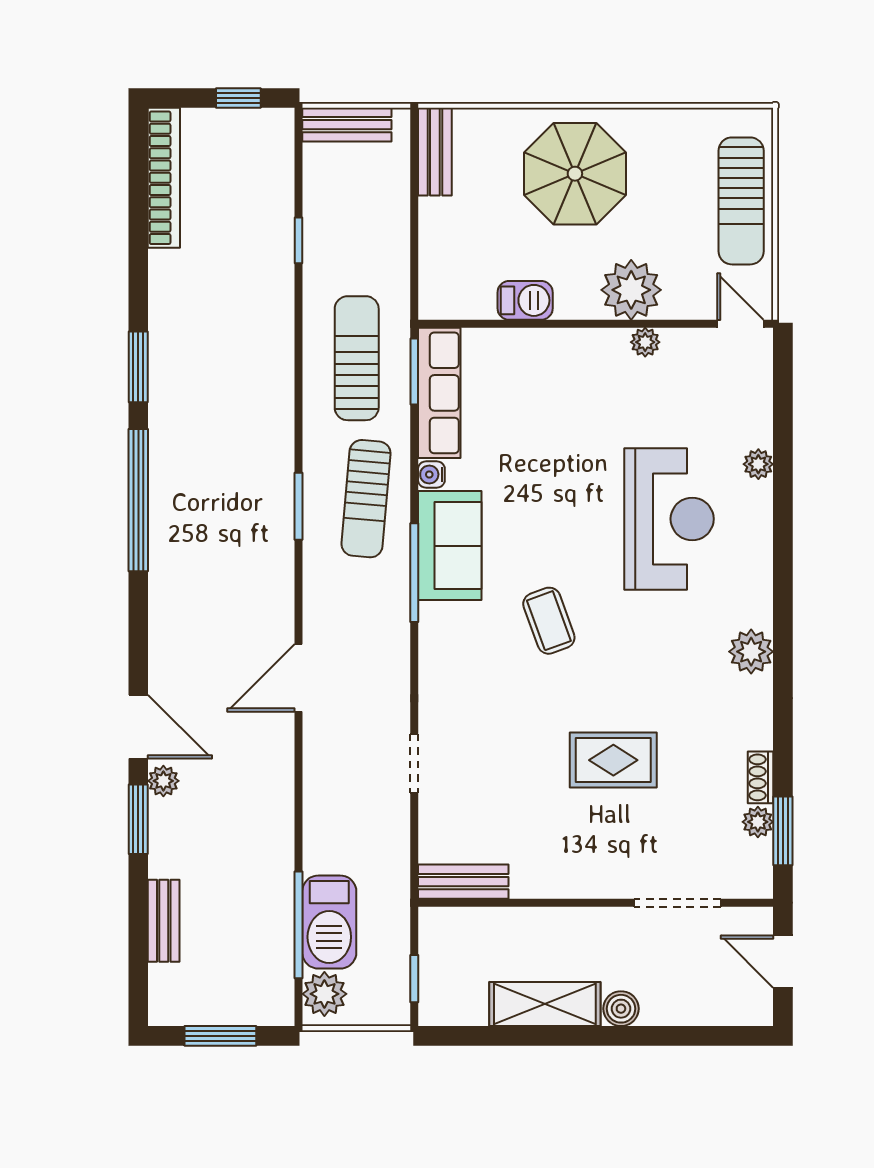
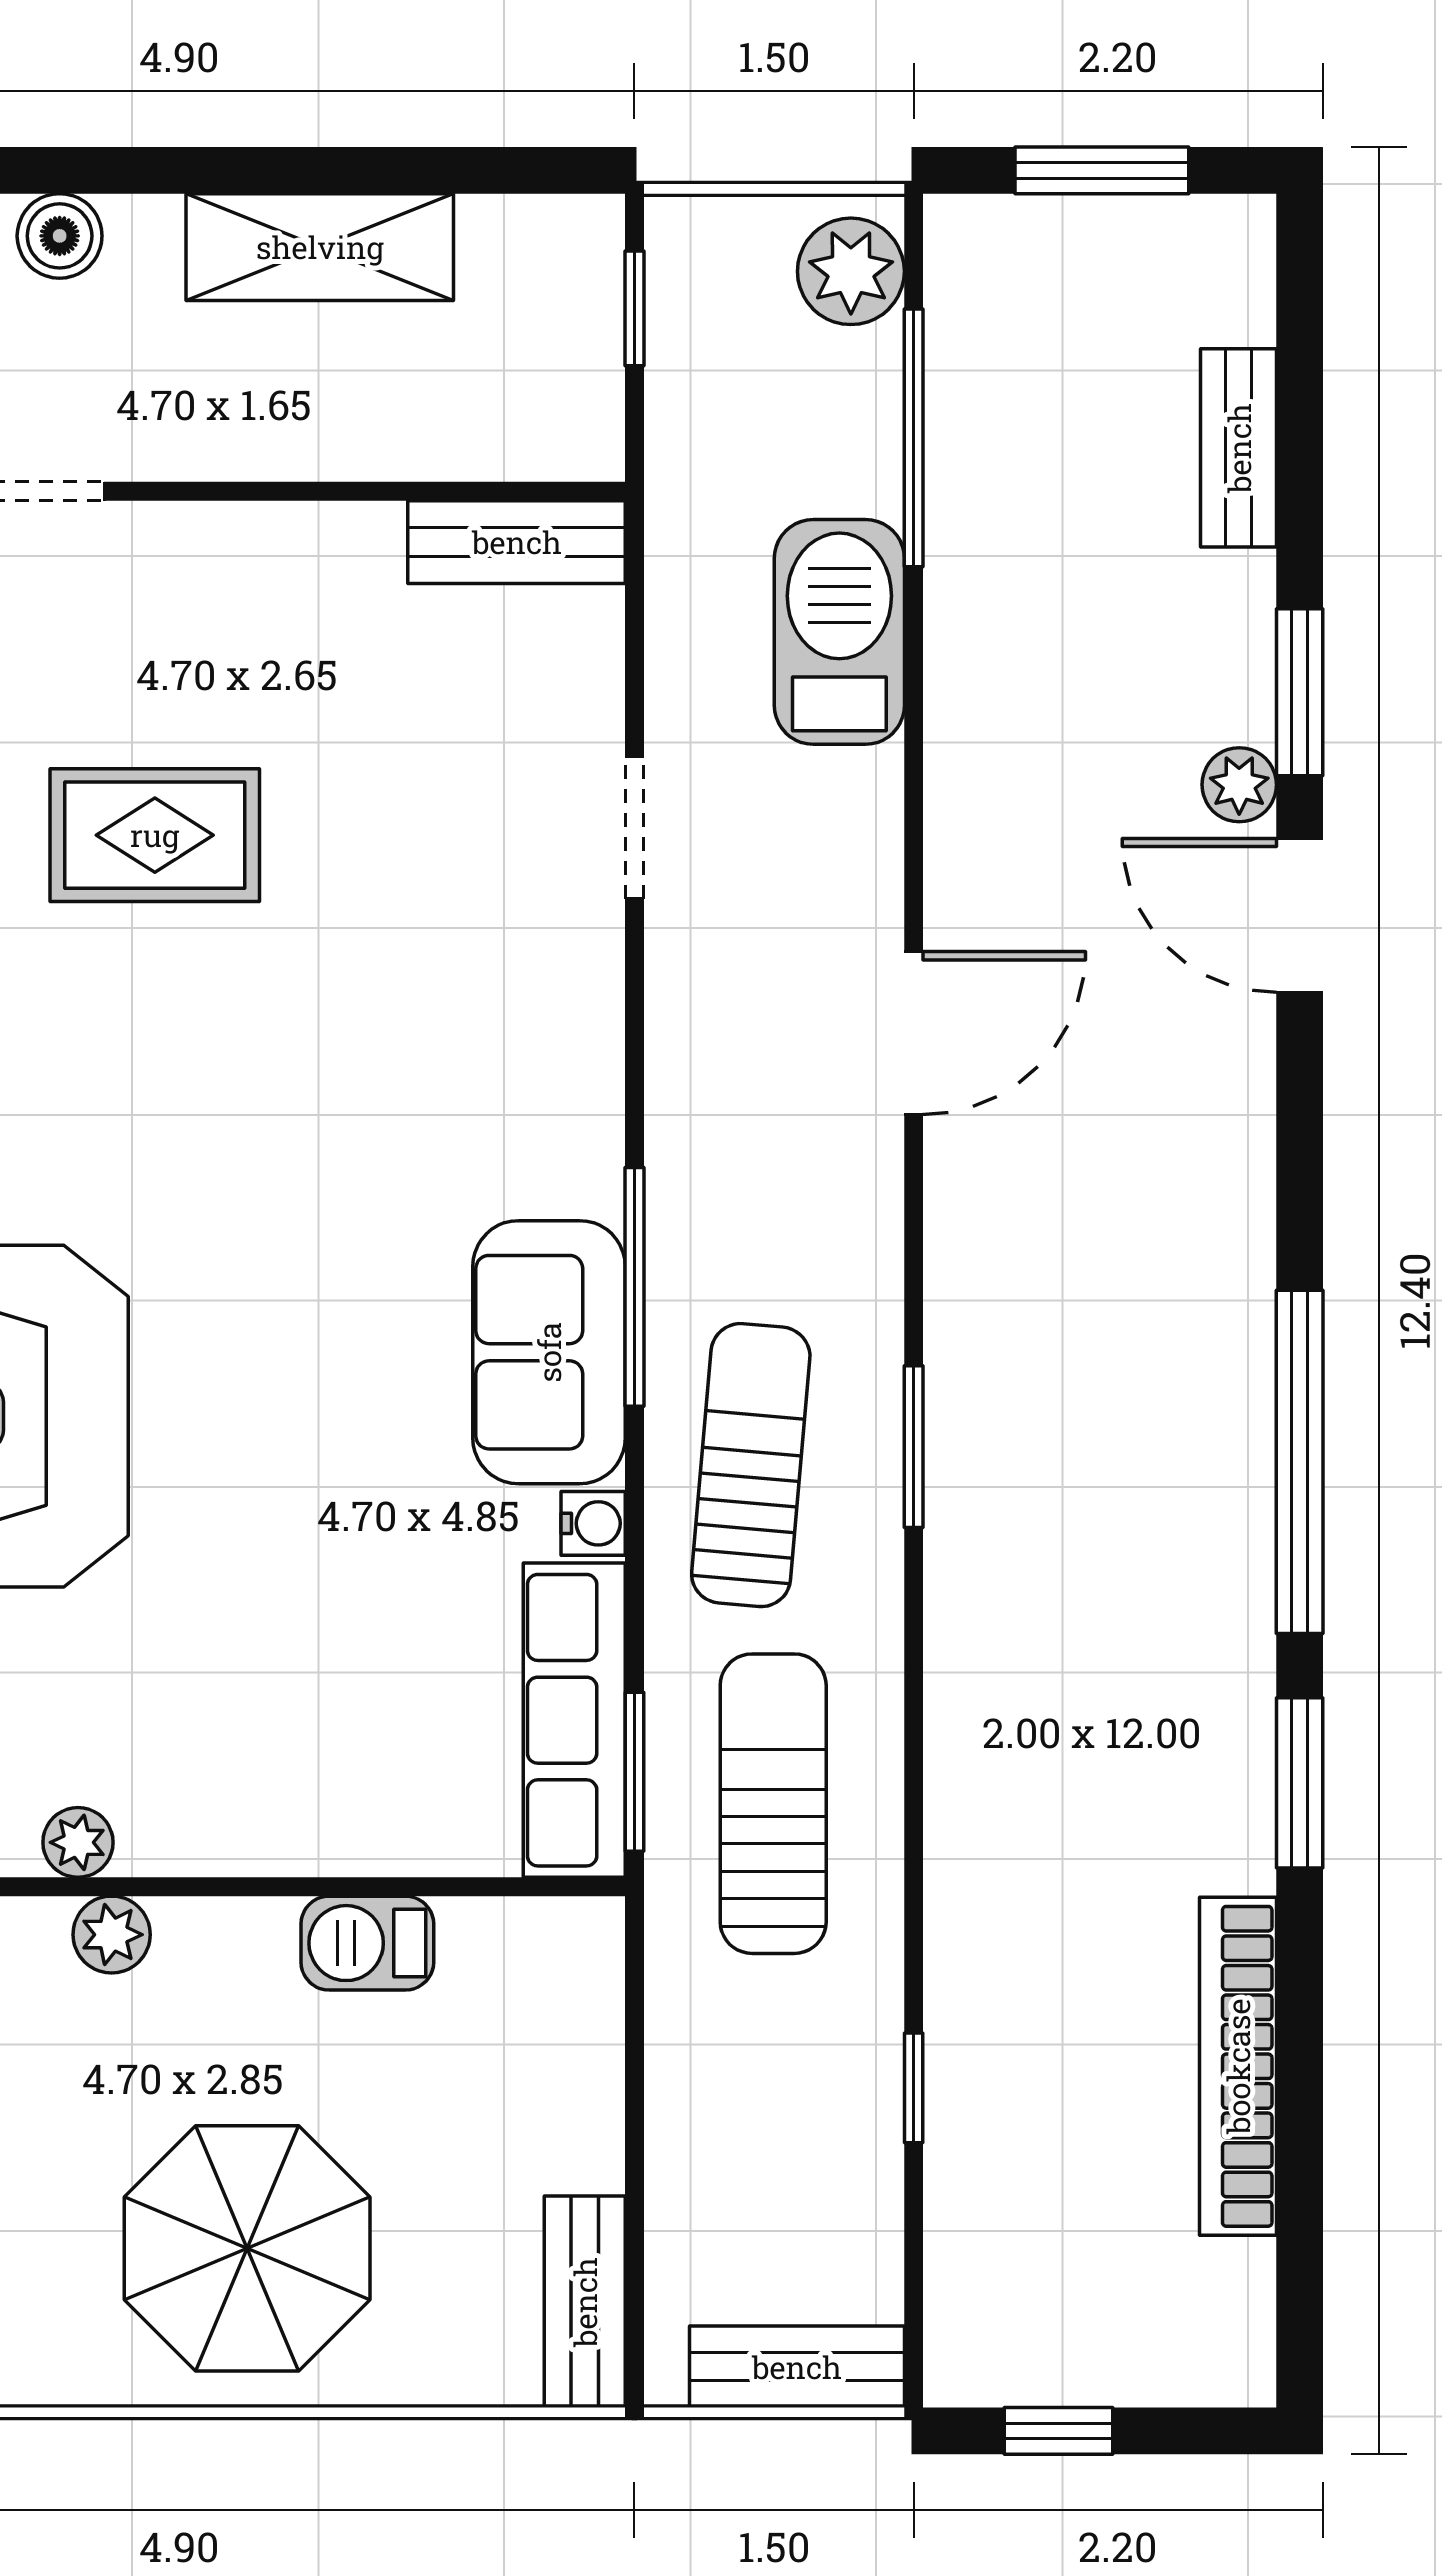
bookcase: (164, 178) -> (1238, 2066), moved
plant: (631, 290) -> (112, 1935), width x0.53, depth x0.53
sun lounger: (357, 358) -> (773, 1804), turned 180
coffee table: (549, 621) -> (310, 1171), removed
barbecue: (329, 922) -> (839, 632), moved
boiler: (621, 1009) -> (60, 236), moved

